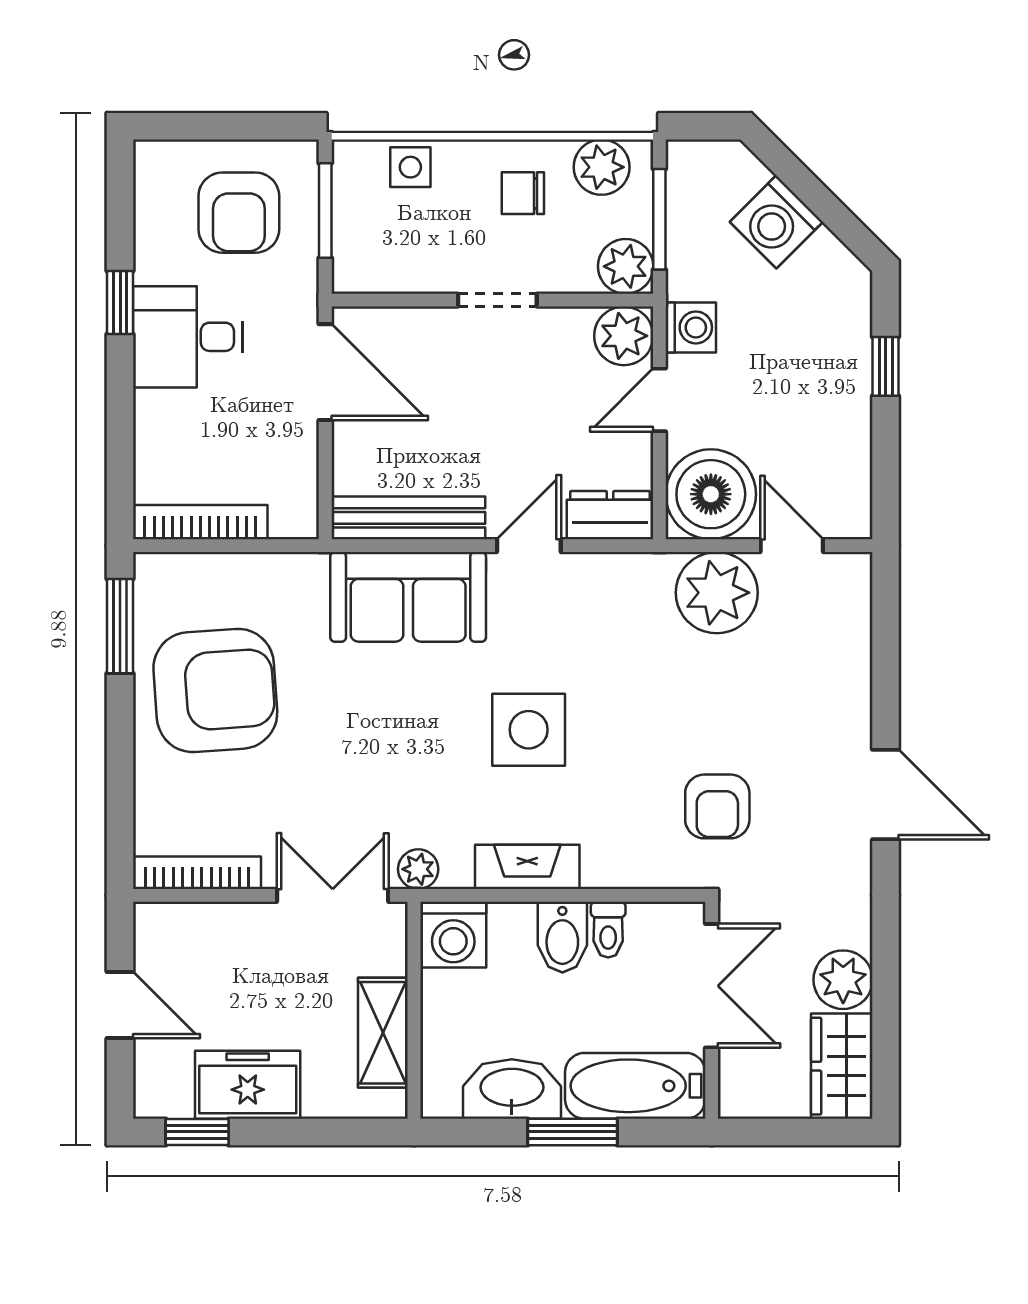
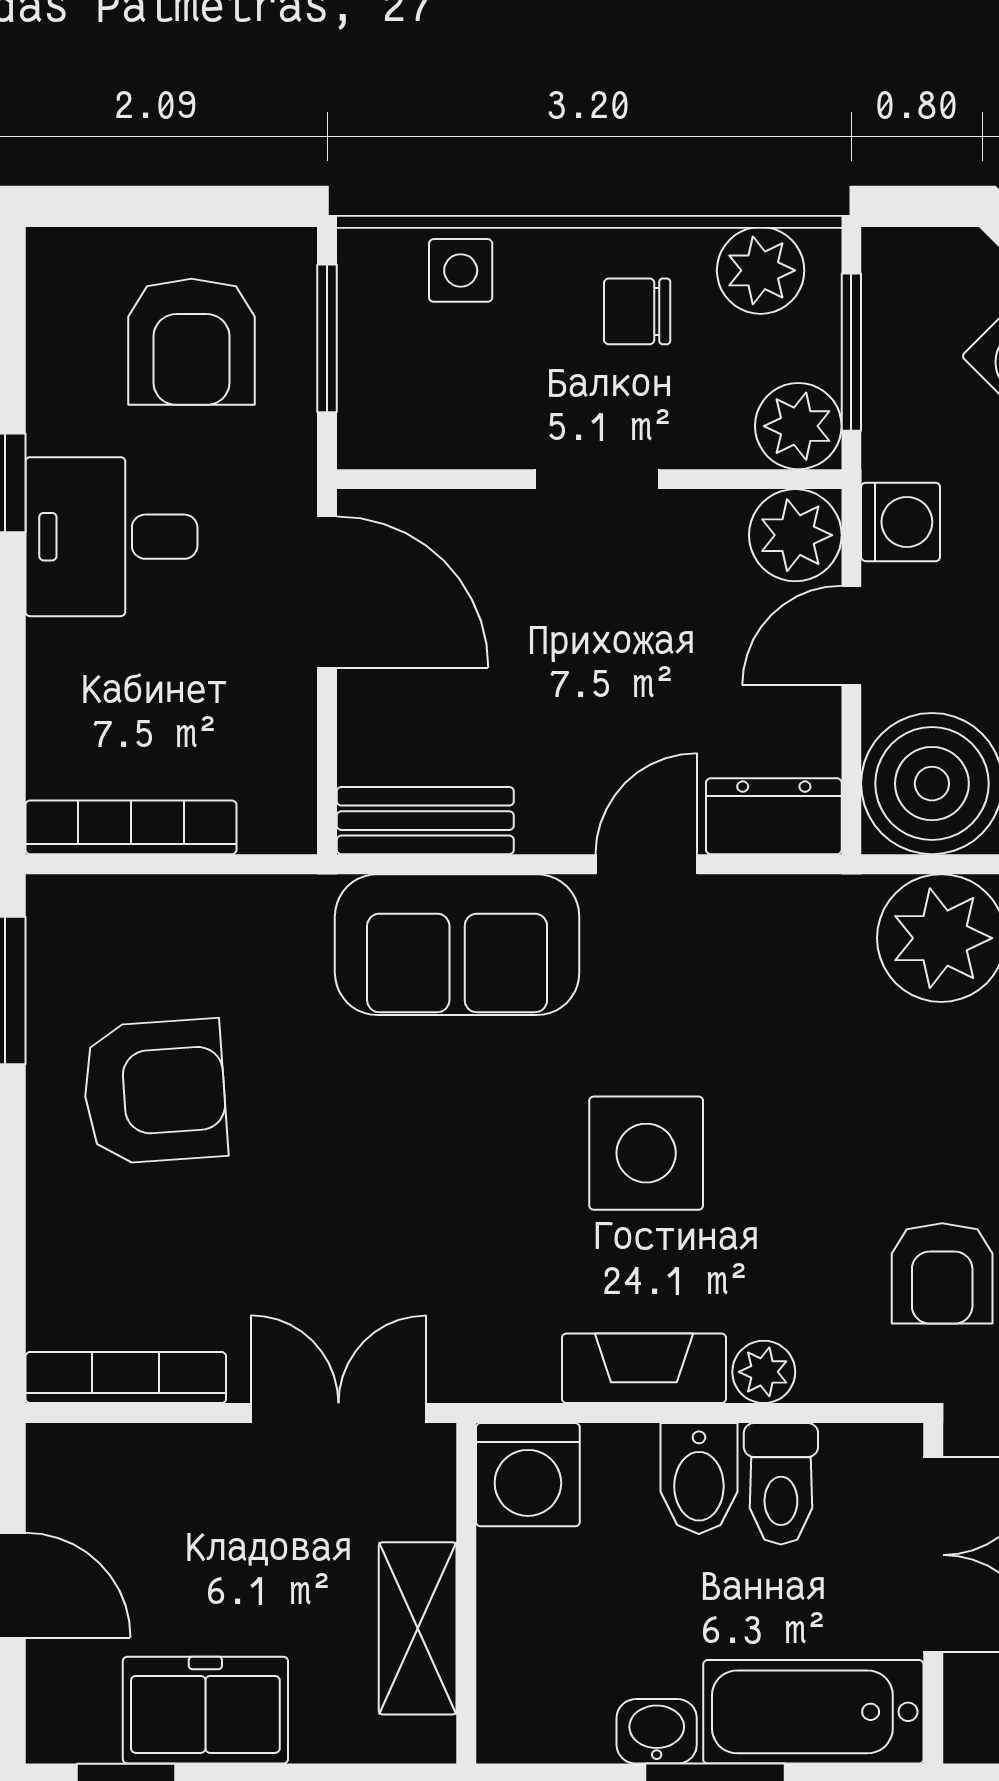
bench: (408, 518) -> (425, 821), width x0.73
armchair: (215, 690) -> (155, 1092), width x0.73, depth x0.73
plant: (418, 869) -> (764, 1372), moved
toilet: (608, 930) -> (781, 1484), width x1.37, depth x1.39
washbasin: (512, 1089) -> (657, 1731), width x0.52, depth x0.69

